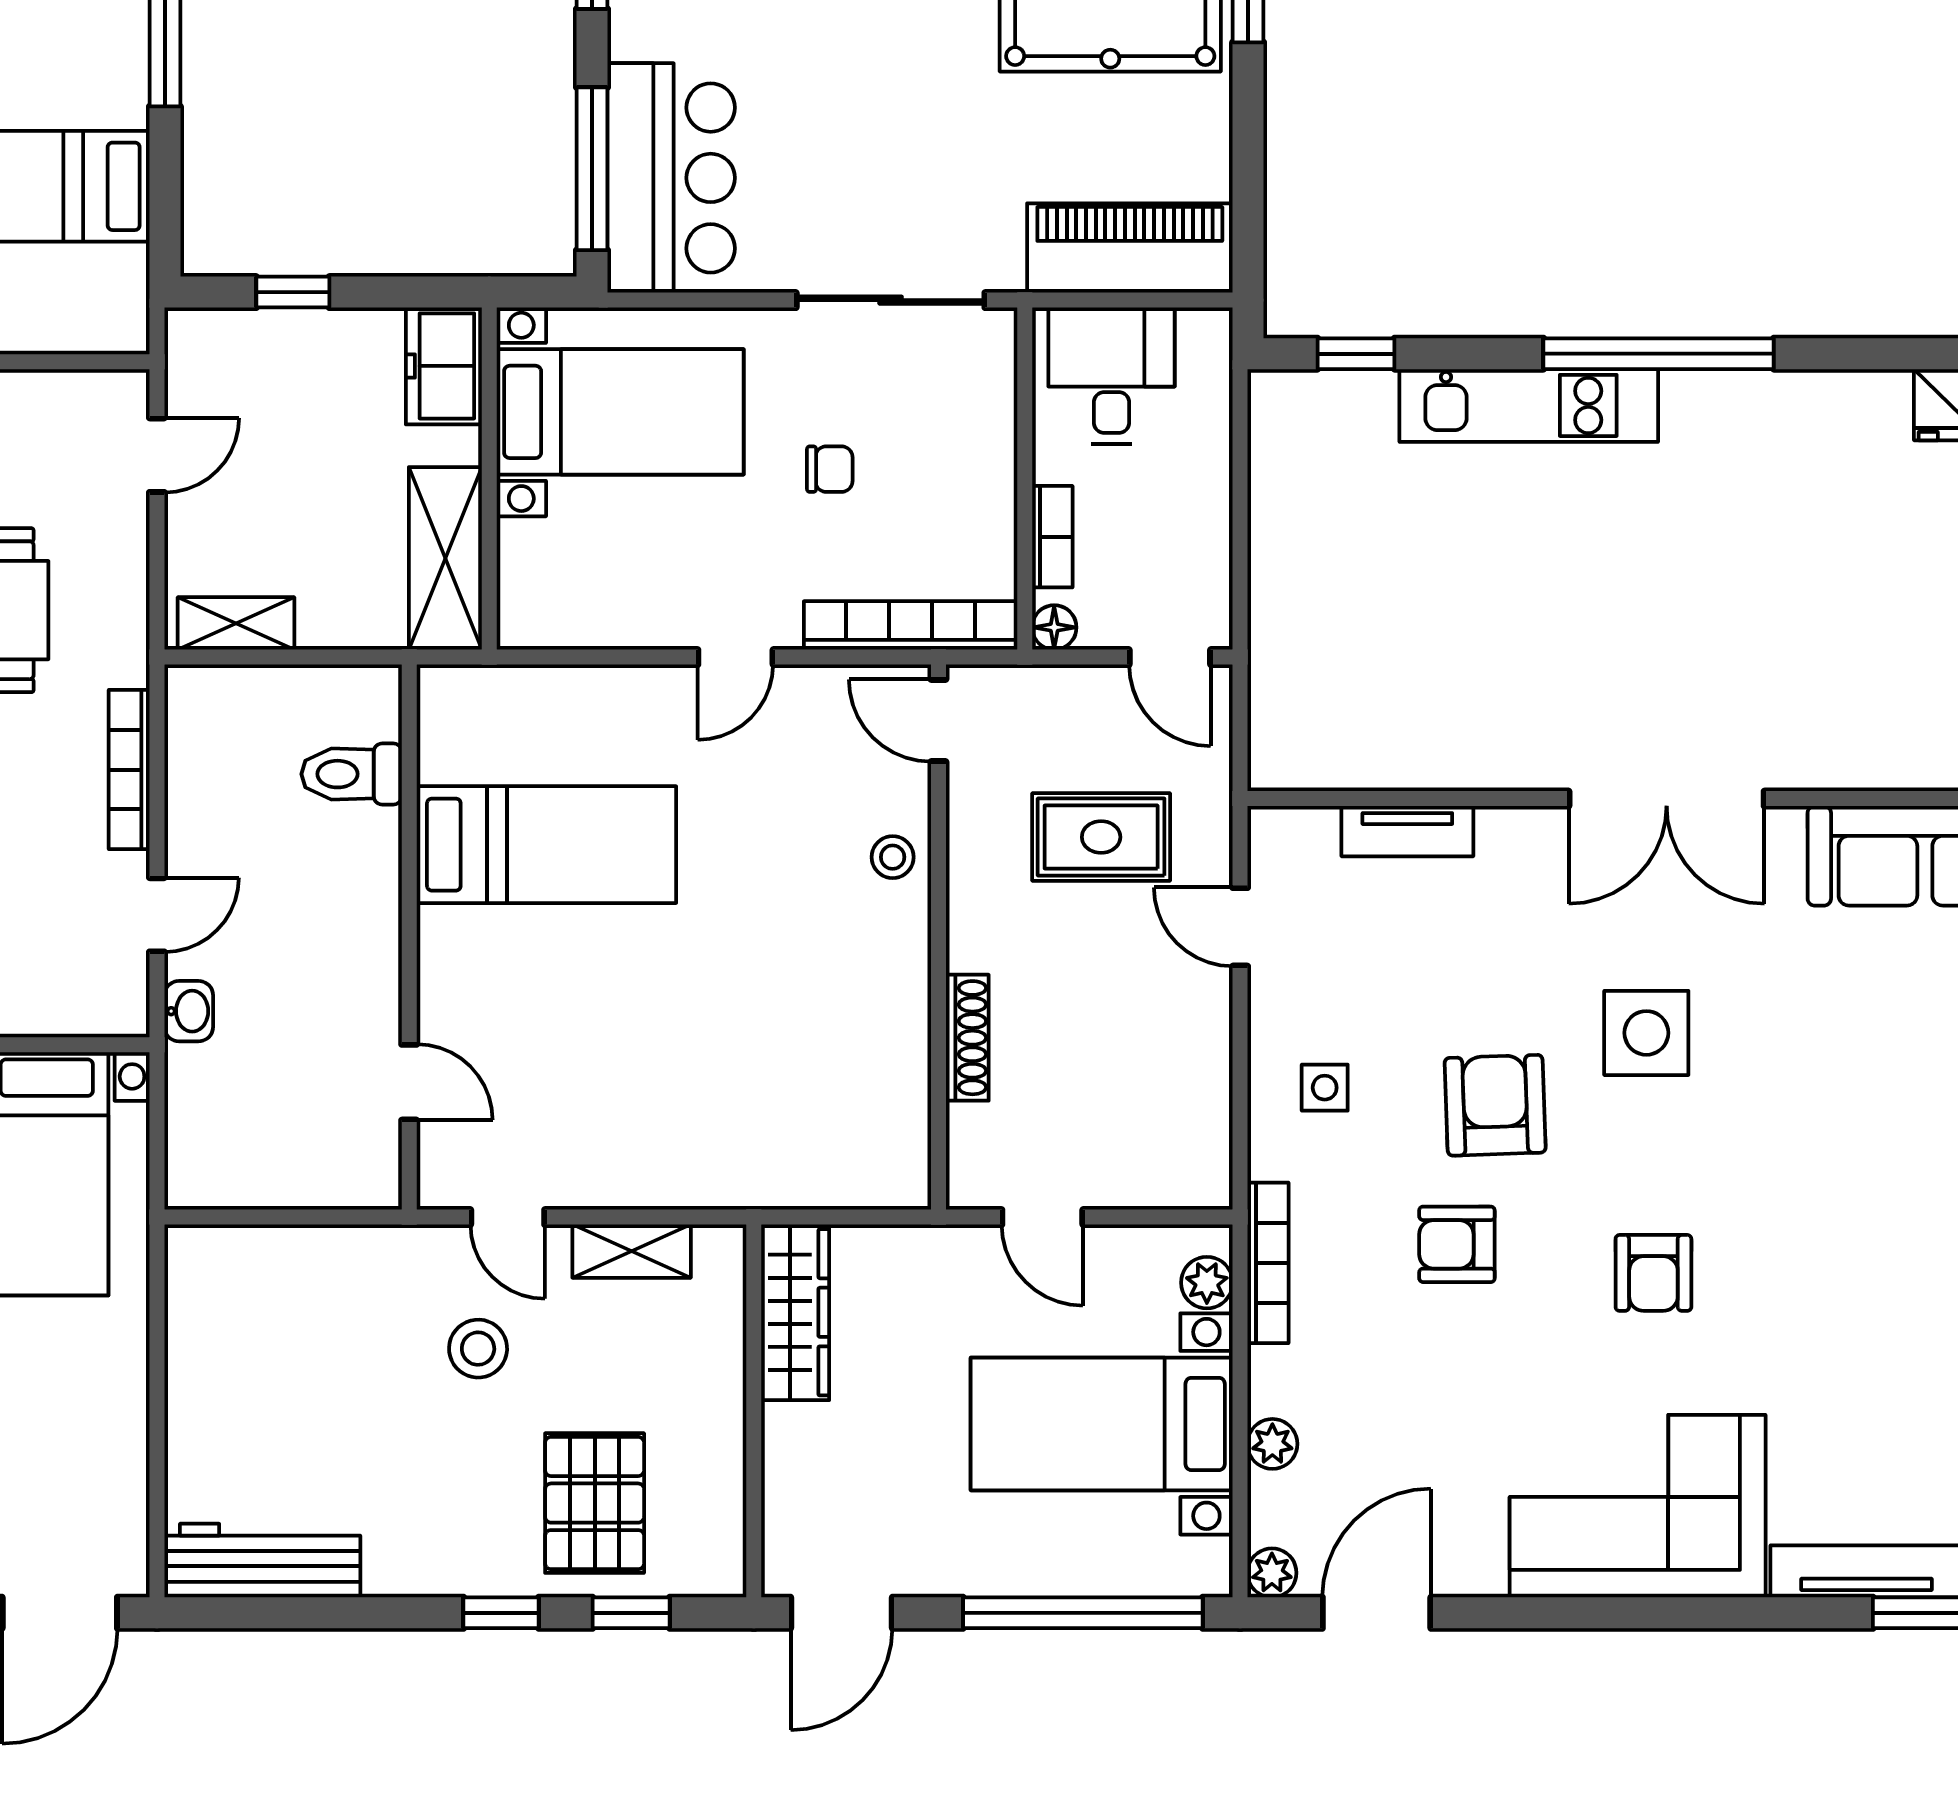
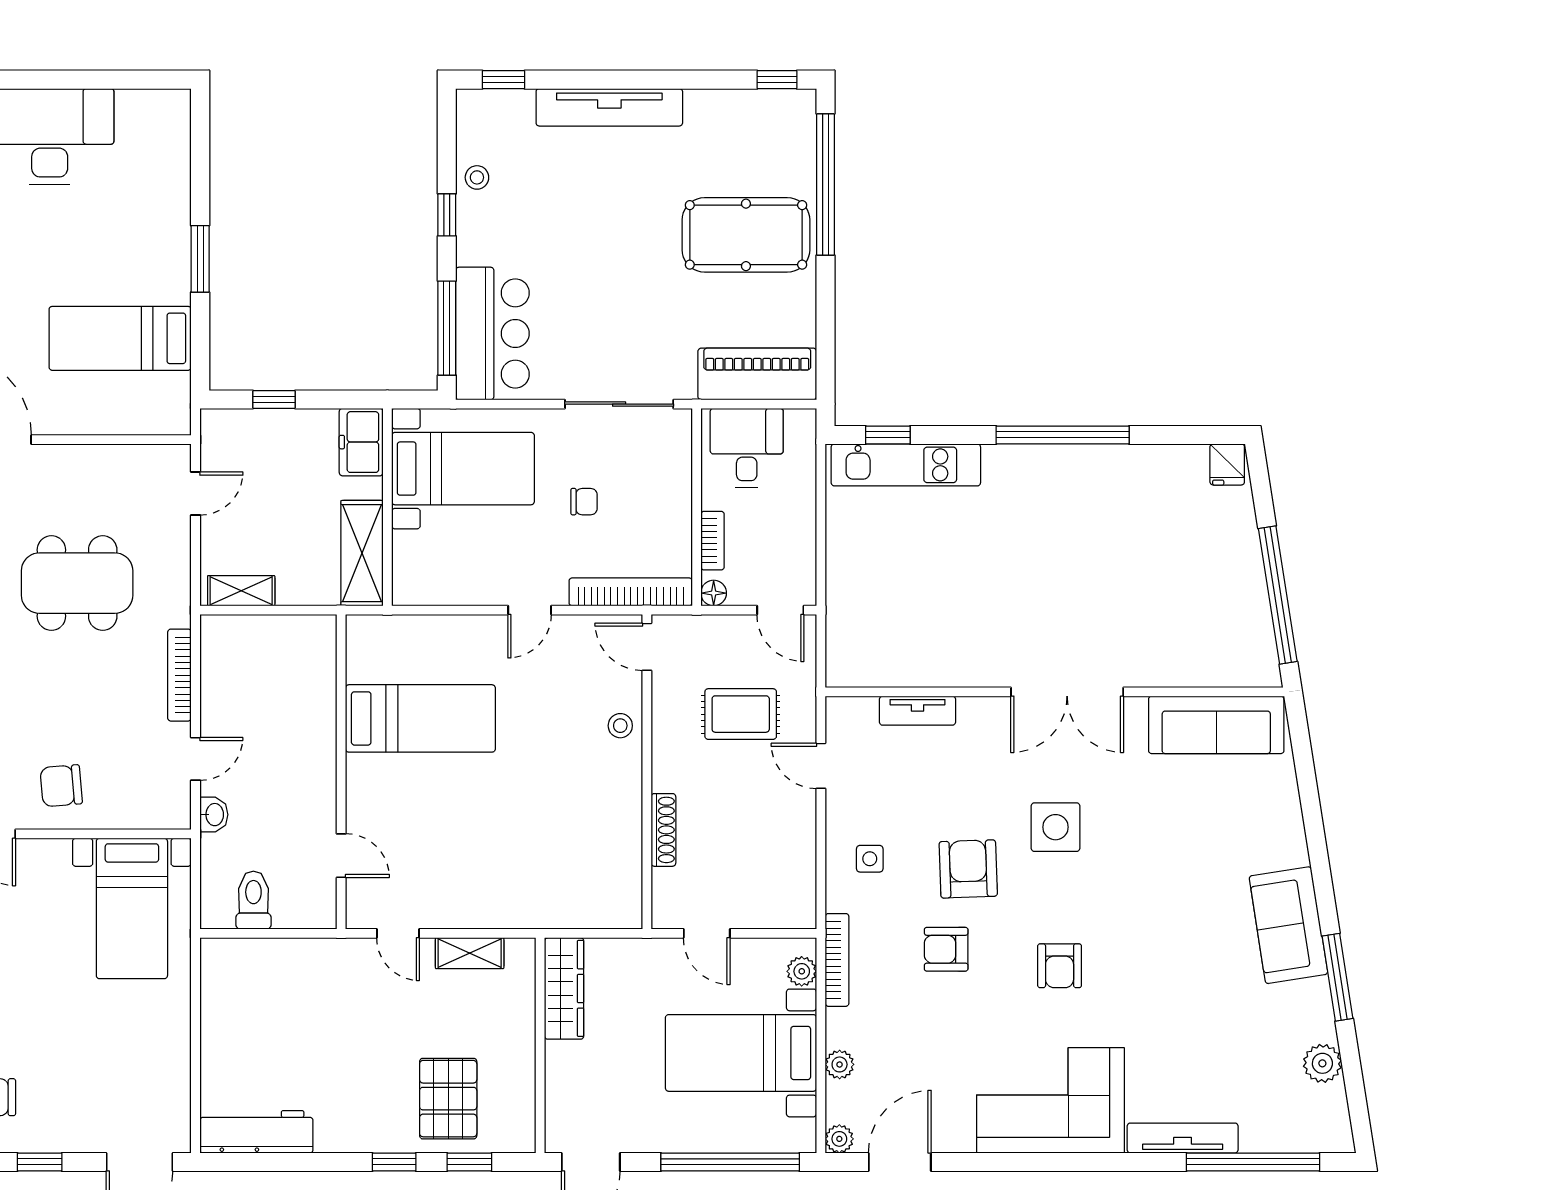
kitchen unit: (1529, 405) -> (906, 465), moved
toilet: (352, 774) -> (253, 900), moved, turned 90
stool: (478, 1349) -> (381, 1009), removed

